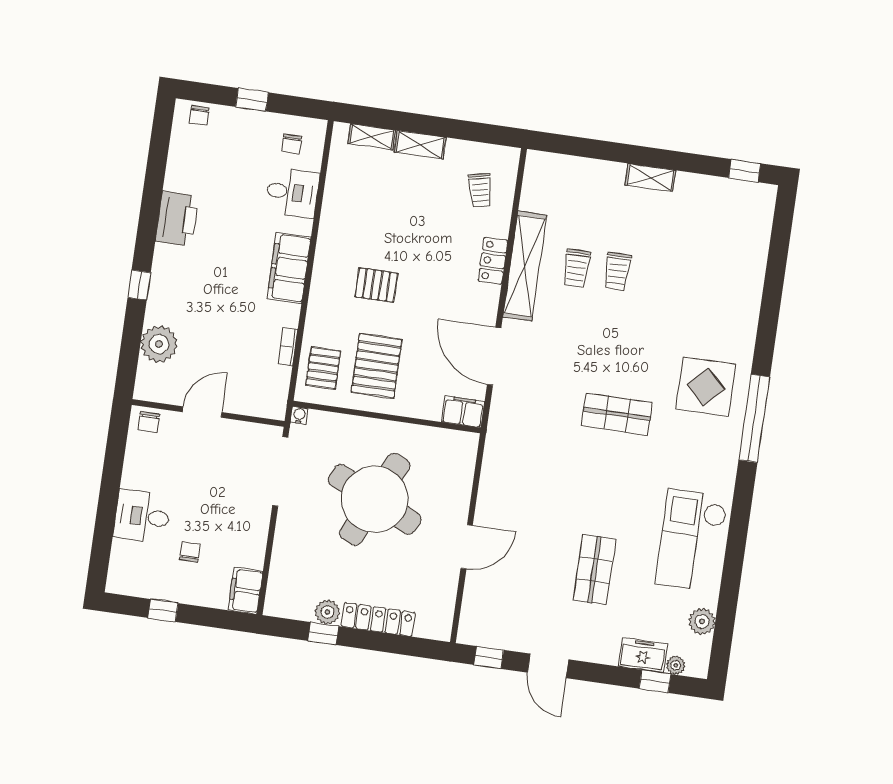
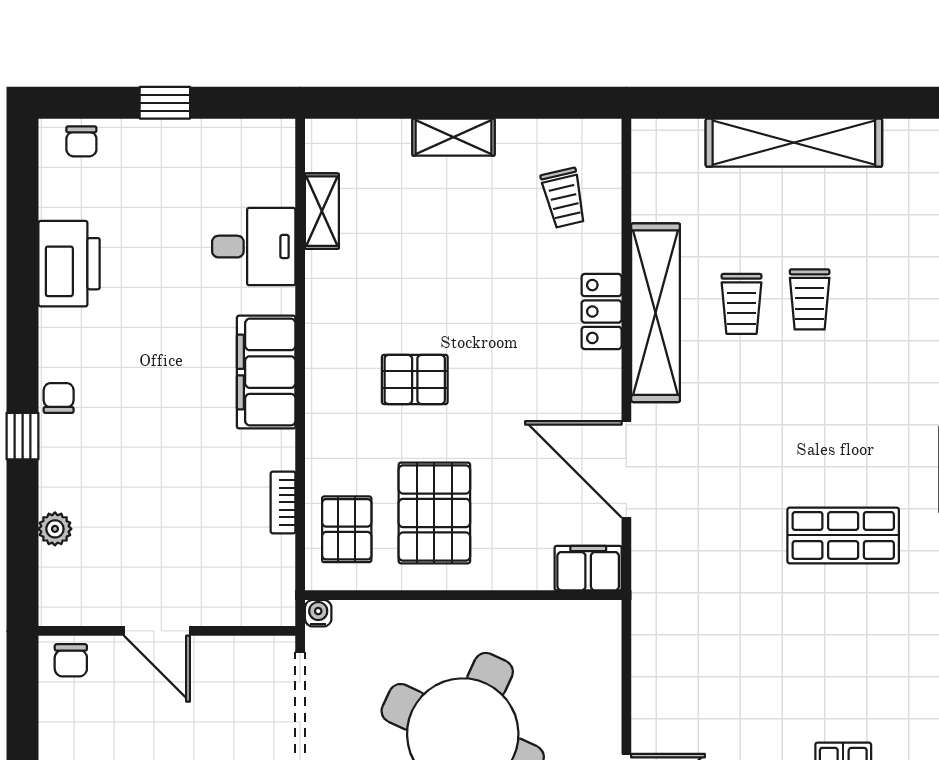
shelving: (372, 137) -> (322, 211), moved, turned 90
chair: (291, 144) -> (59, 398), moved, turned 180
shelving: (650, 178) -> (794, 143), width x2.20, depth x1.33
printer: (177, 219) -> (69, 264), moved
plant: (159, 344) -> (55, 529), width x0.53, depth x0.53
door: (202, 412) -> (157, 631), swing flipped

